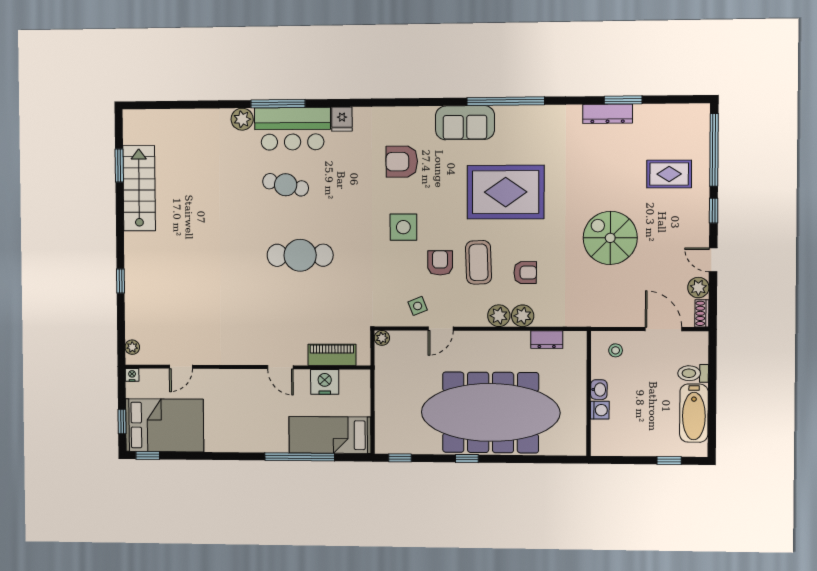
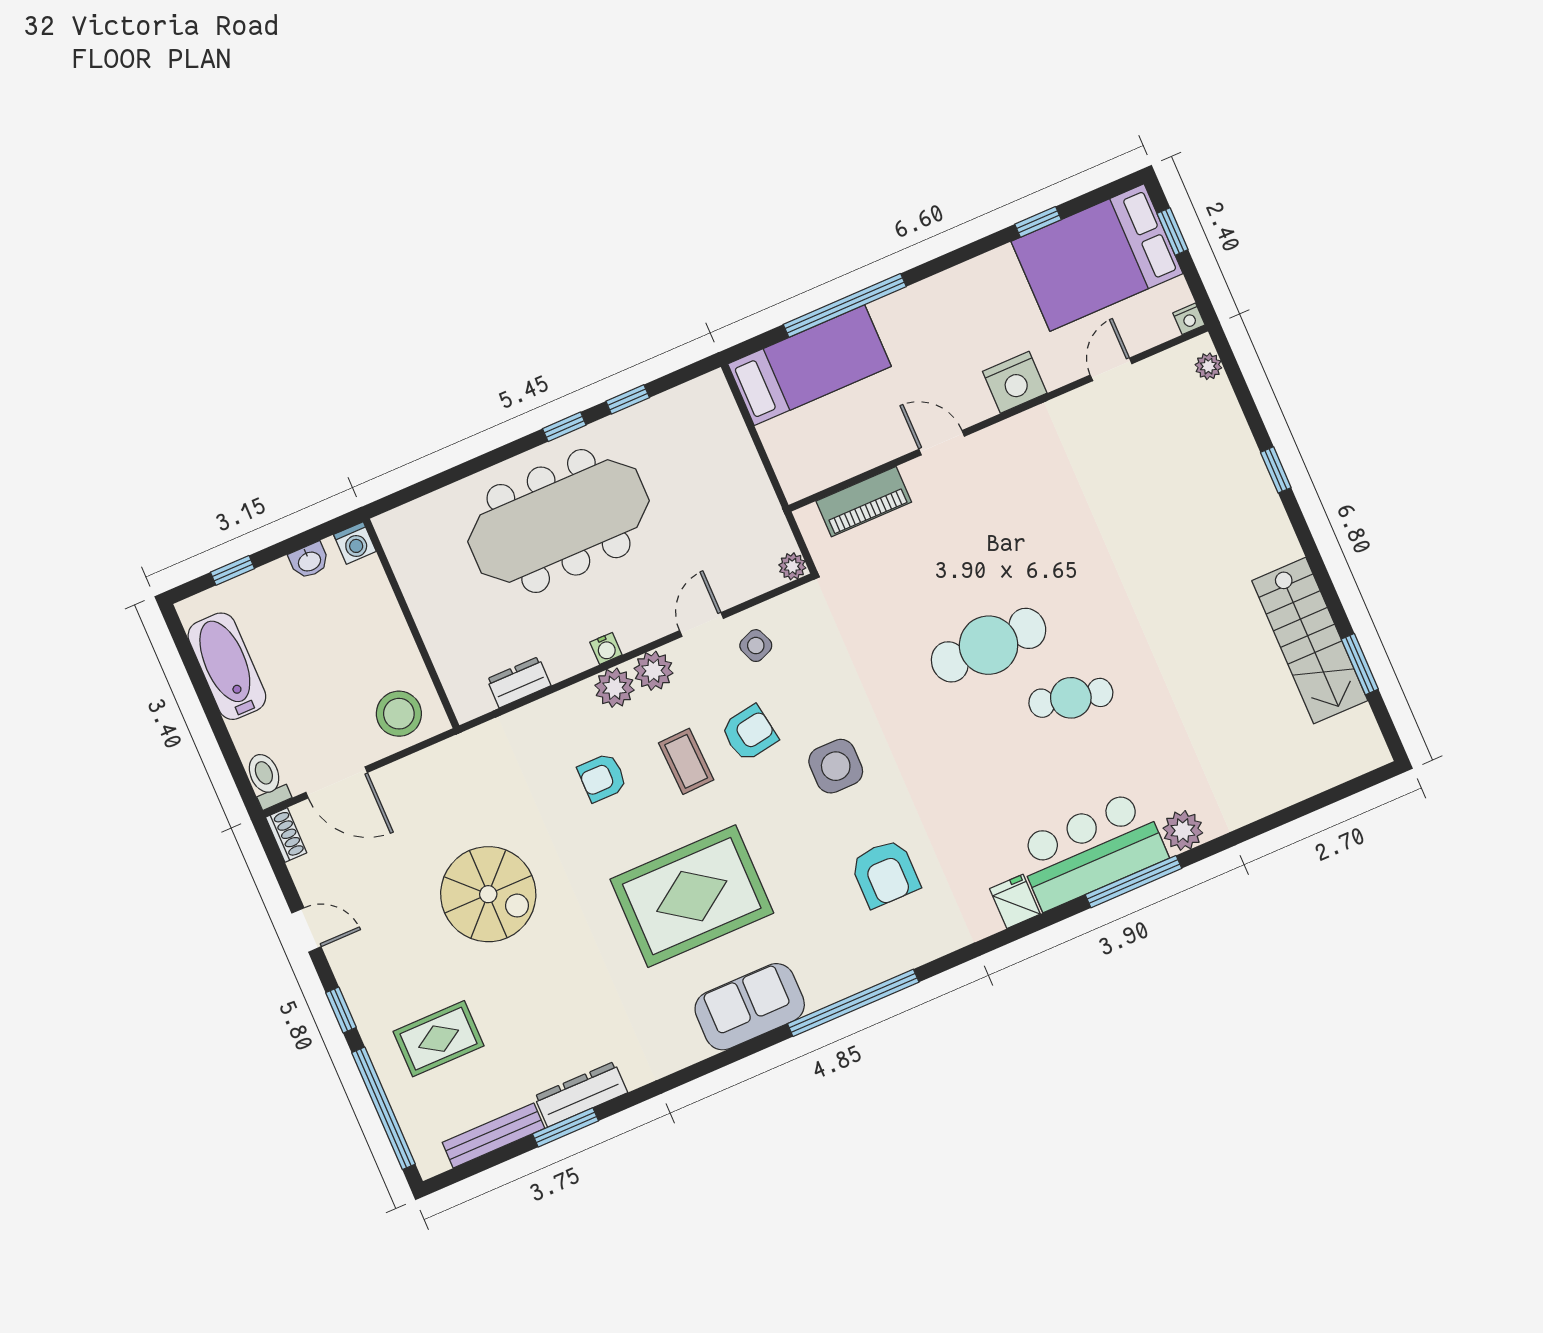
window: (506, 101) -> (853, 1003), moved
bench: (663, 111) -> (494, 1135), added
sofa: (465, 123) -> (750, 1007), moved
armchair: (402, 162) -> (885, 873), turned 90
cafe table: (286, 185) -> (1071, 698), moved
coffee table: (479, 262) -> (686, 761), width x0.73, depth x0.77
armchair: (440, 263) -> (749, 733), turned -99
plant: (698, 288) -> (310, 875), removed
plant: (523, 316) -> (653, 671), moved
water cooler: (495, 337) -> (606, 649), added
stool: (616, 350) -> (399, 714), width x1.89, depth x1.89
toilet: (693, 373) -> (267, 780), moved, turned -90
nightstand: (325, 382) -> (1015, 382), moved
washbasin: (599, 390) -> (309, 561), moved, turned -90
washing machine: (600, 410) -> (355, 543), moved, turned -90
meeting table: (491, 412) -> (559, 521), width x0.73, depth x0.79
window: (148, 455) -> (1038, 222), moved
window: (400, 458) -> (628, 399), moved

